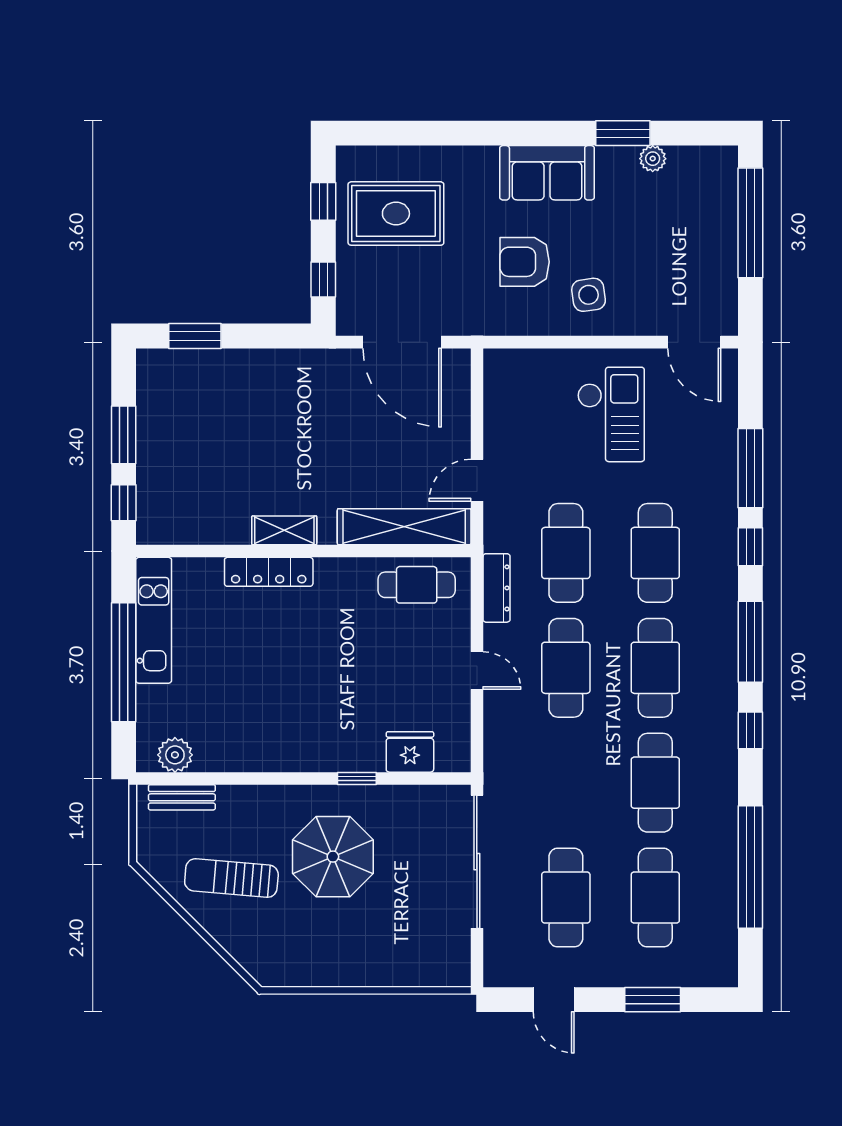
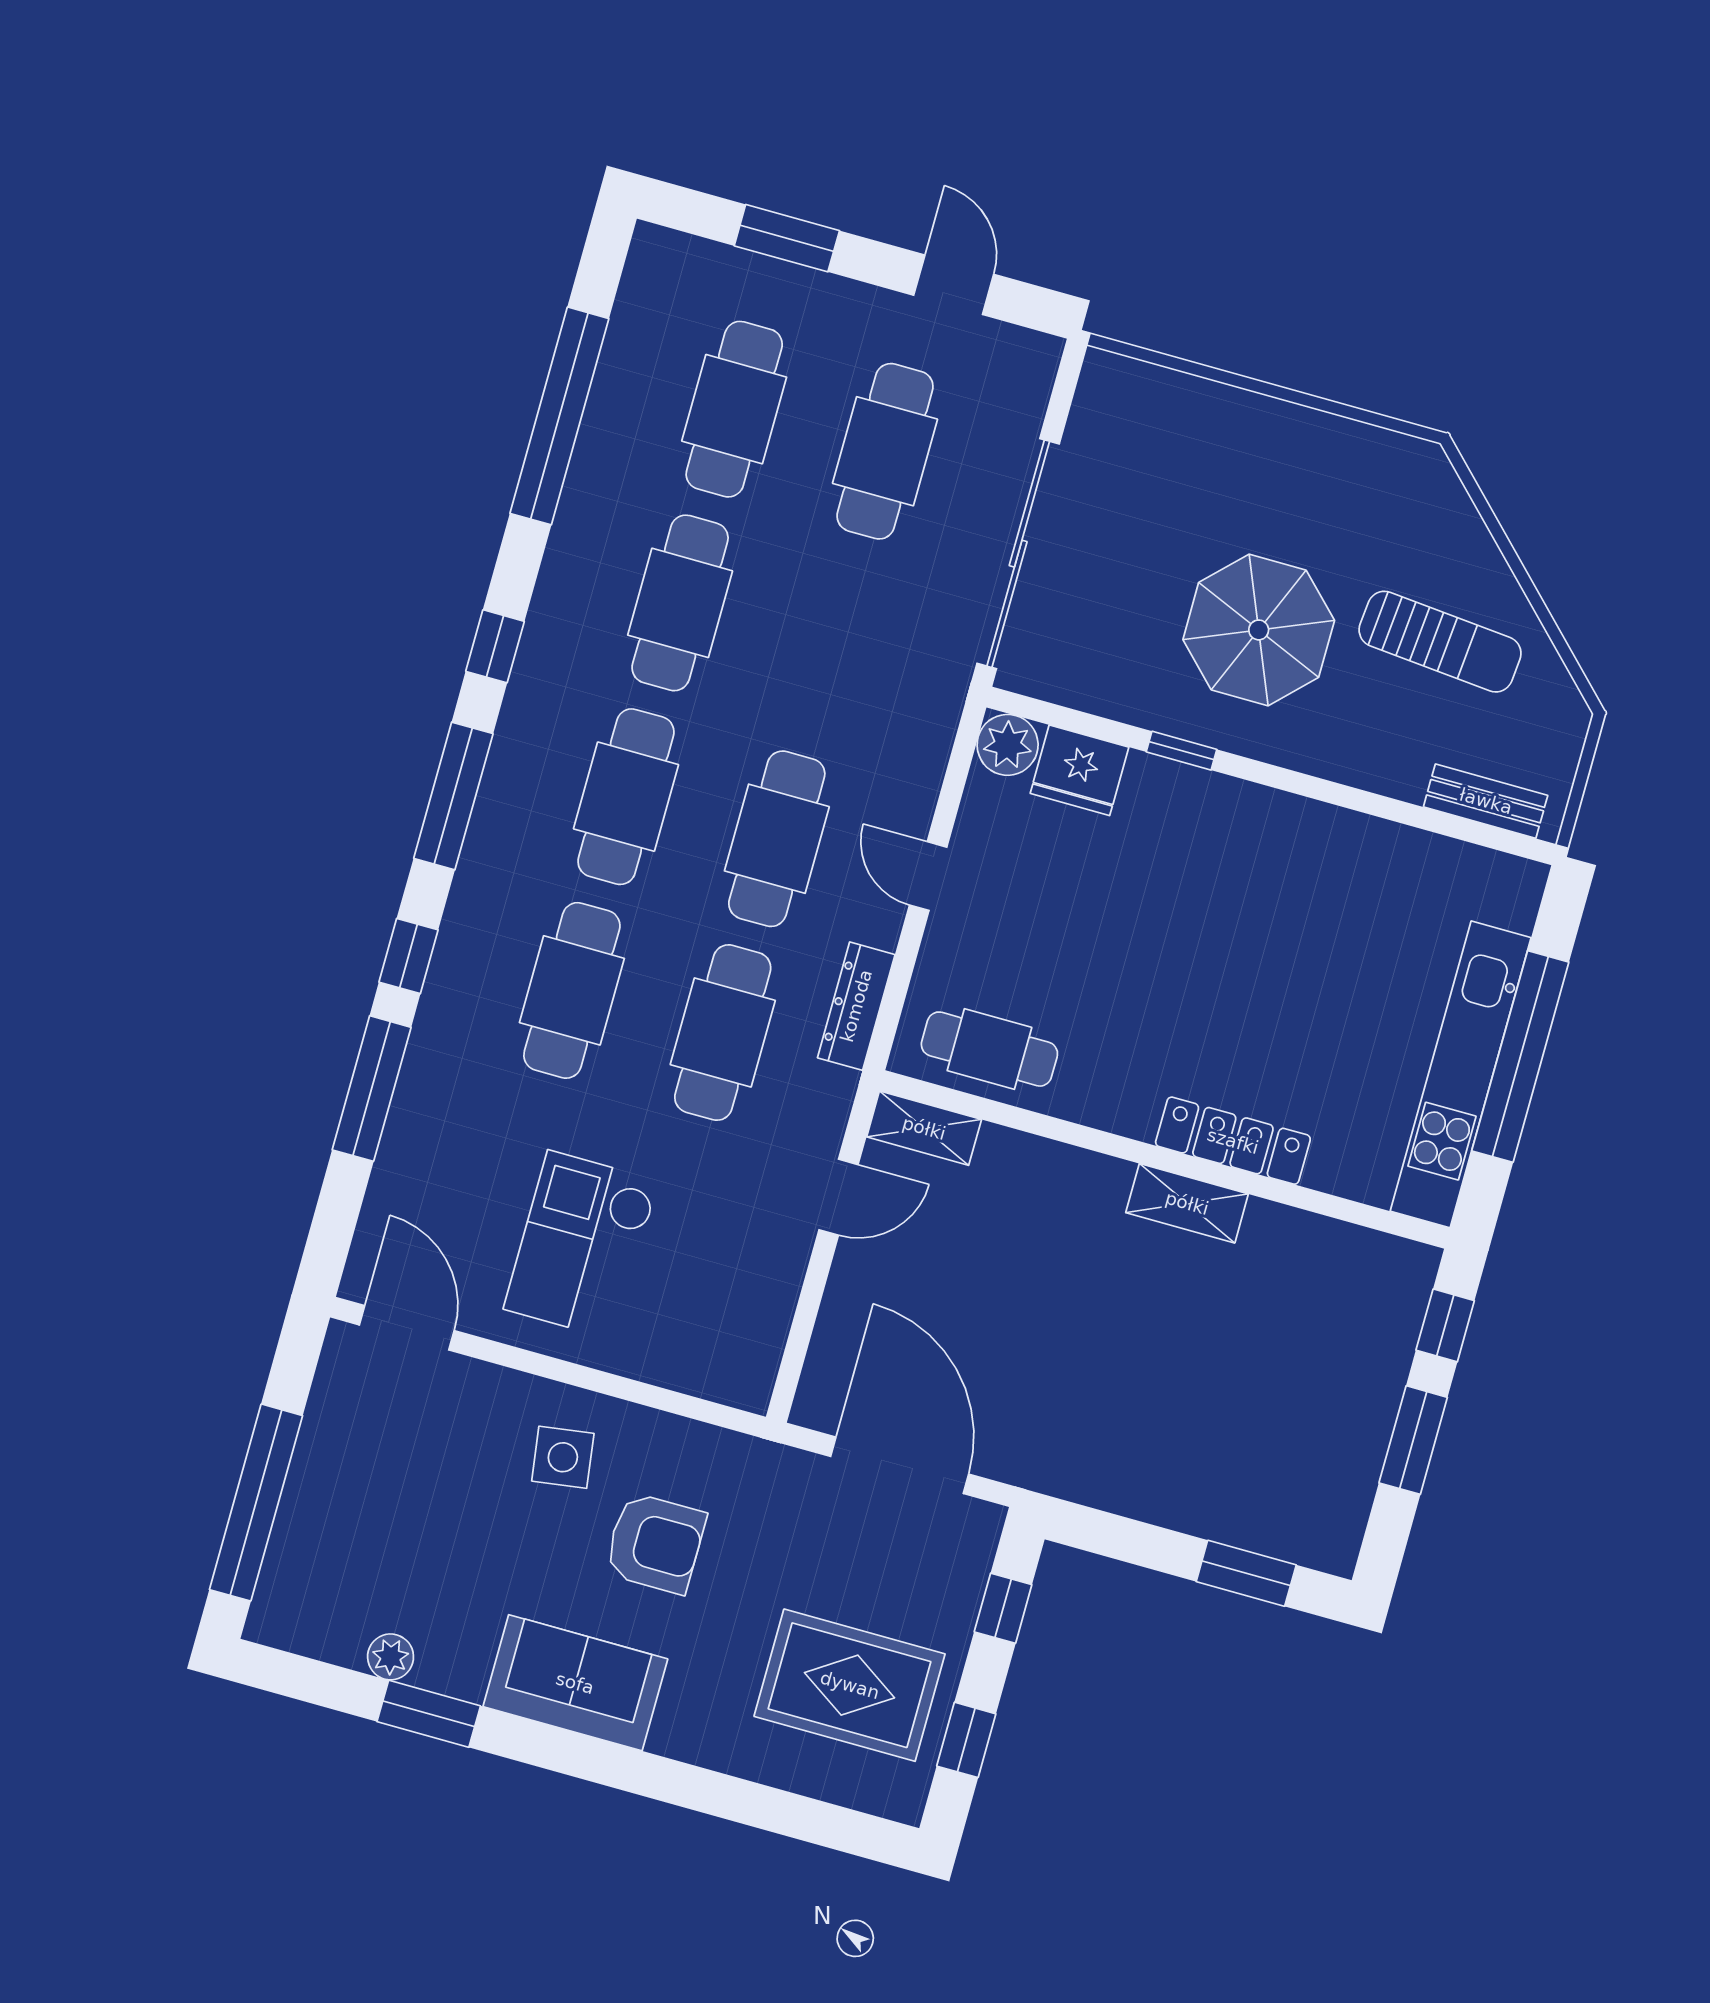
shelving: (404, 527) -> (924, 1128), width x0.45, depth x0.75
kitchen unit: (154, 620) -> (1461, 1074), width x1.36
plant: (175, 755) -> (1008, 745), moved

